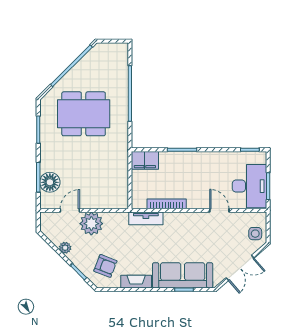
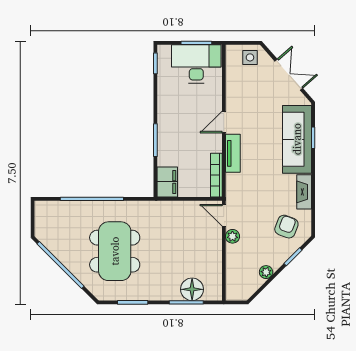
bookcase: (167, 204) -> (216, 175), moved
door: (70, 210) -> (224, 215), moved
door: (219, 210) -> (224, 122), moved
tv unit: (146, 218) -> (233, 153), moved
plant: (91, 224) -> (232, 236), width x0.53, depth x0.53

